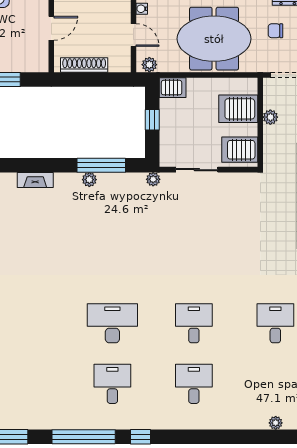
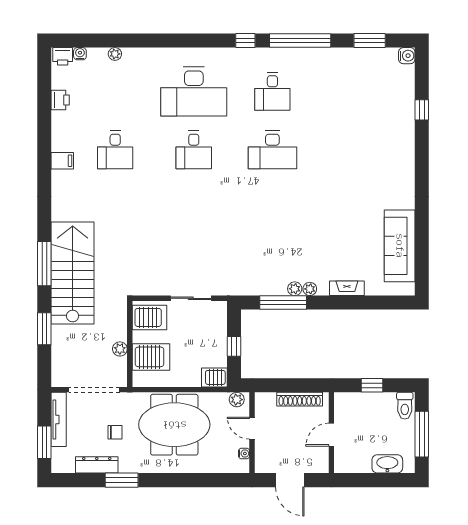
plant: (153, 179) -> (310, 289), moved
desk: (194, 384) -> (194, 91), width x1.87, depth x1.30

